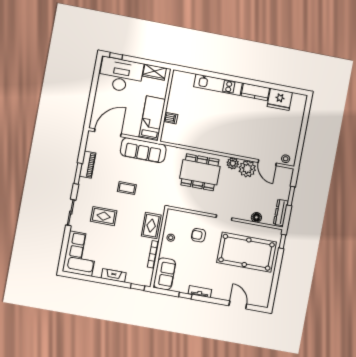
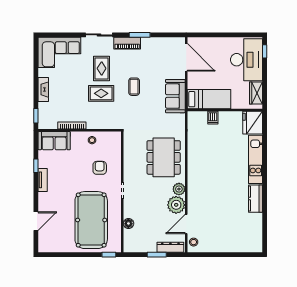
fridge: (280, 99) -> (253, 123), moved
sofa: (143, 150) -> (175, 96), width x0.73
piano: (88, 165) -> (127, 43), moved
dresser: (281, 212) -> (170, 247), moved
rug: (151, 226) -> (101, 93), moved

